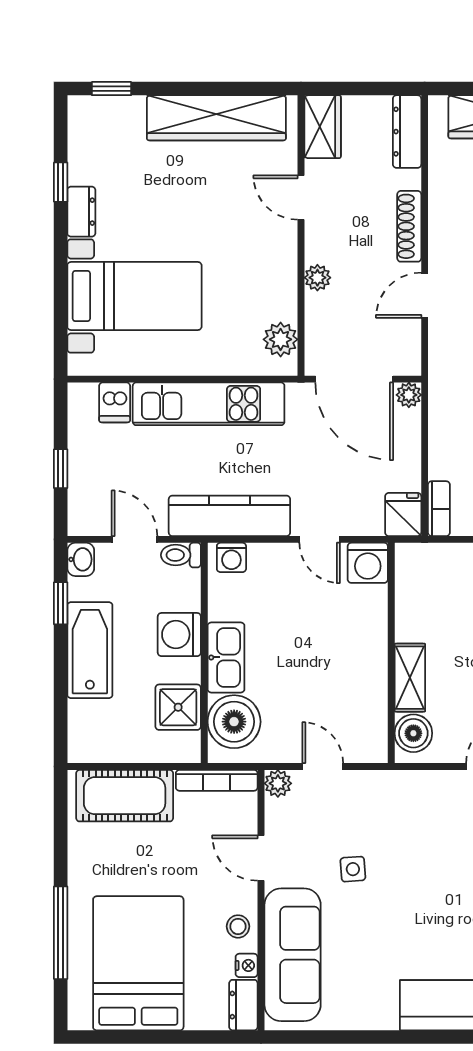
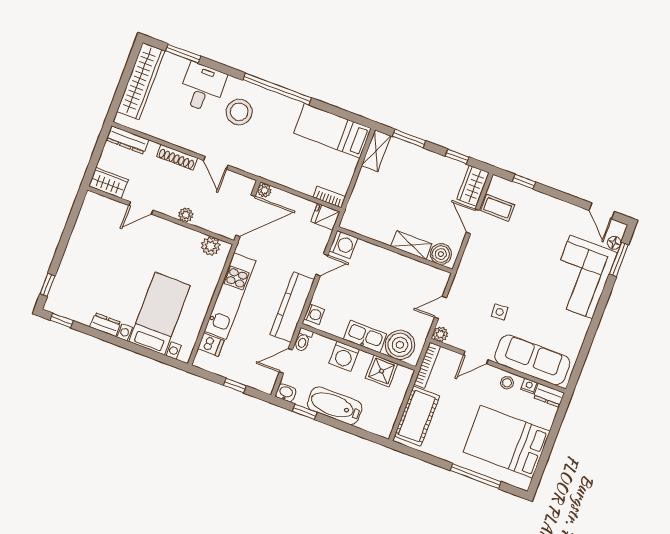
wardrobe: (216, 118) -> (83, 236), removed
window: (61, 182) -> (62, 320), moved

